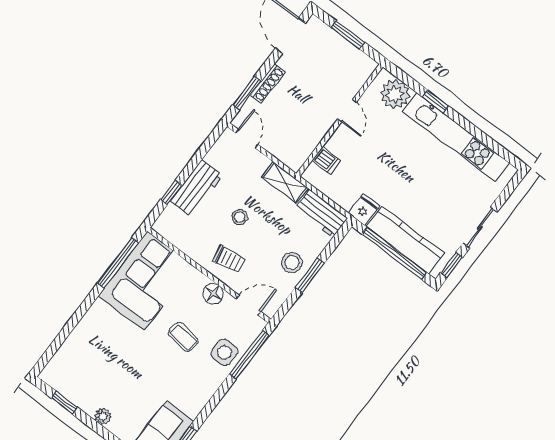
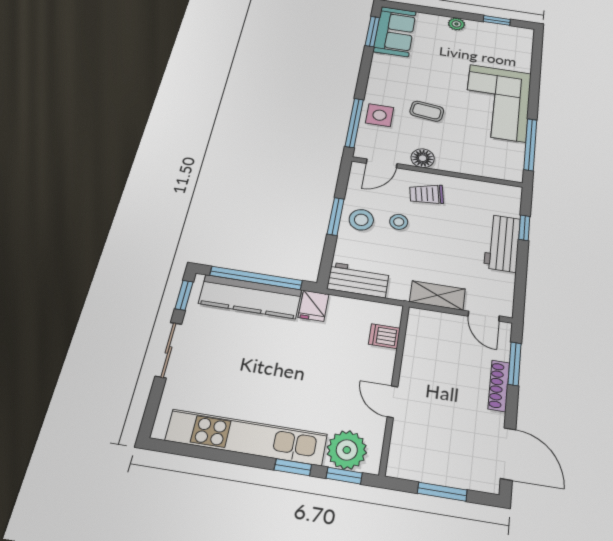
window: (405, 79) -> (344, 476), added
shelving: (285, 183) -> (437, 295), moved
stool: (240, 217) -> (399, 222), moved
corner sofa: (146, 281) -> (497, 103), moved

